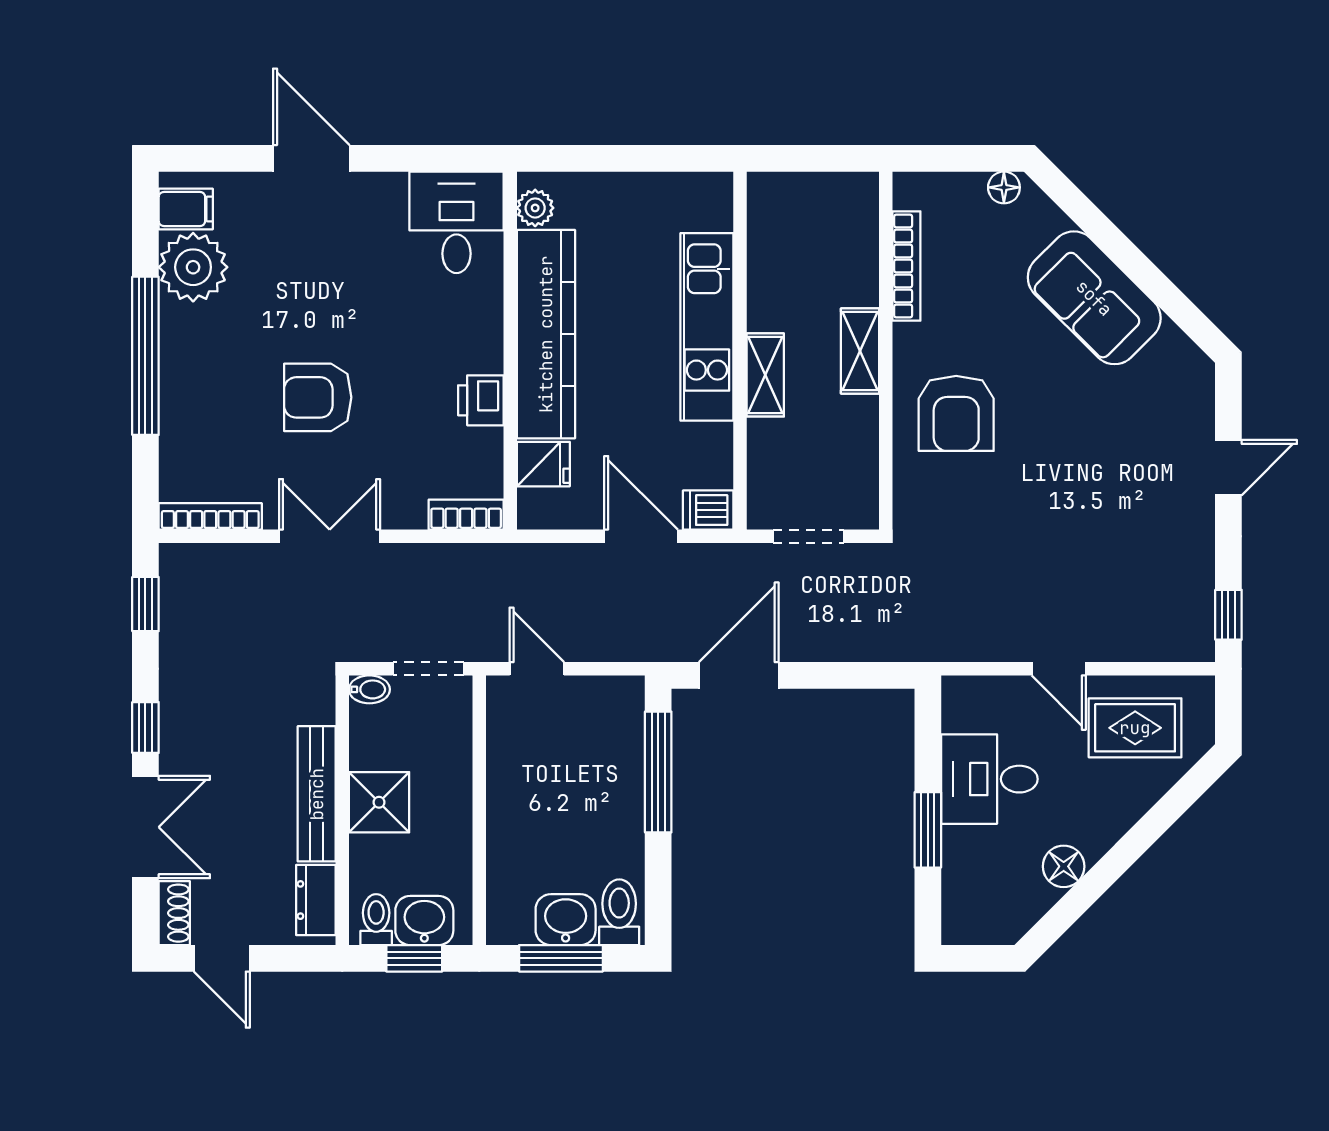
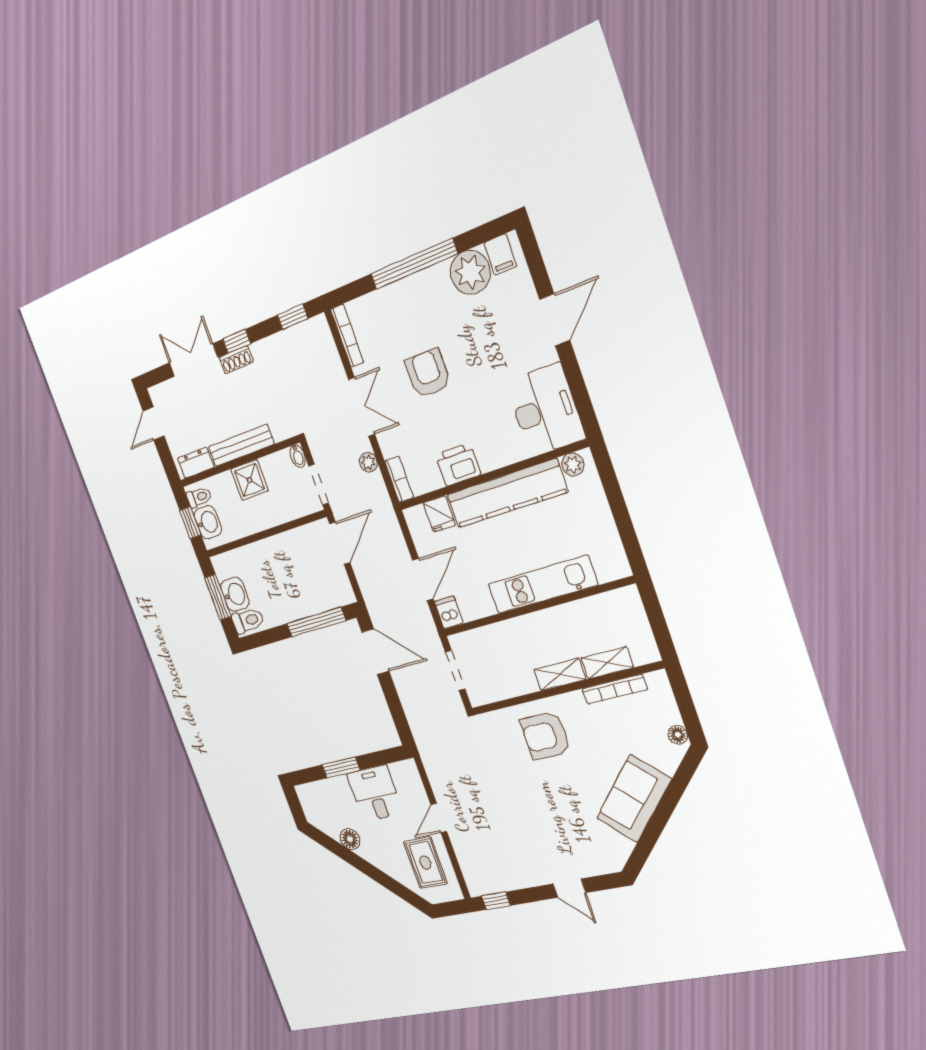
desk: (456, 222) -> (545, 410), width x1.37
shelving: (765, 375) -> (607, 663), moved
printer: (481, 400) -> (458, 465), width x1.36, depth x1.24
plant: (421, 560) -> (368, 462), added
door: (537, 669) -> (340, 543), width x1.38
double door: (145, 827) -> (193, 360), swing flipped
shoe rack: (174, 913) -> (236, 360), moved

